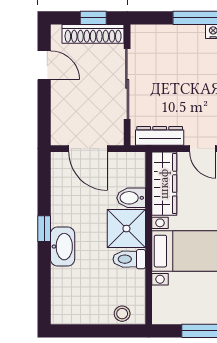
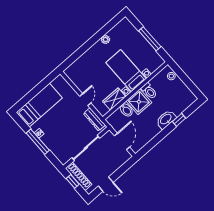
door: (44, 65) -> (106, 184), swing flipped
wardrobe: (164, 184) -> (114, 99), width x0.67
window: (44, 229) -> (179, 120), moved

